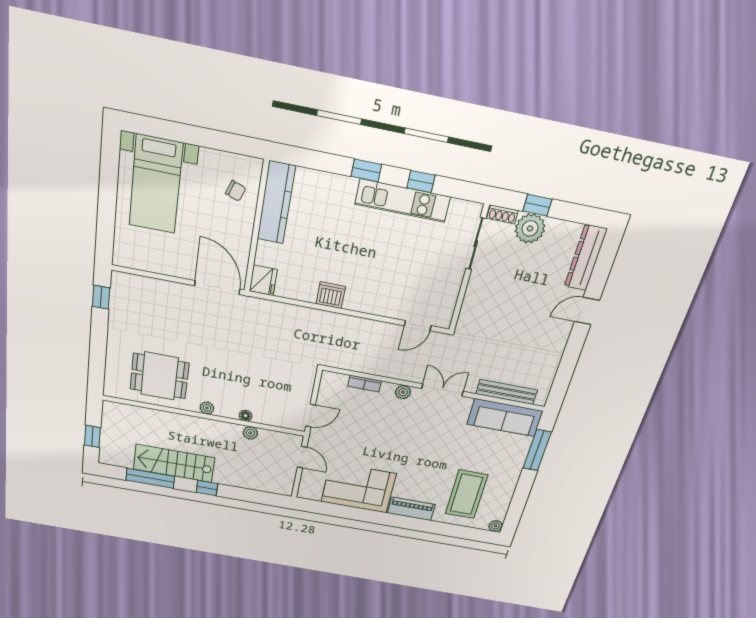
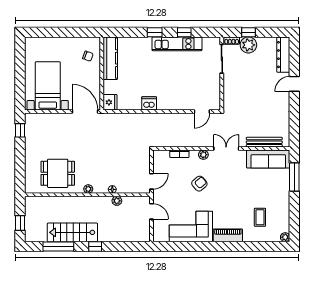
bed with nightstands: (156, 184) -> (48, 86), moved, turned 180
armchair: (386, 432) -> (199, 184), added
coffee table: (466, 494) -> (260, 217), width x0.54, depth x0.58

